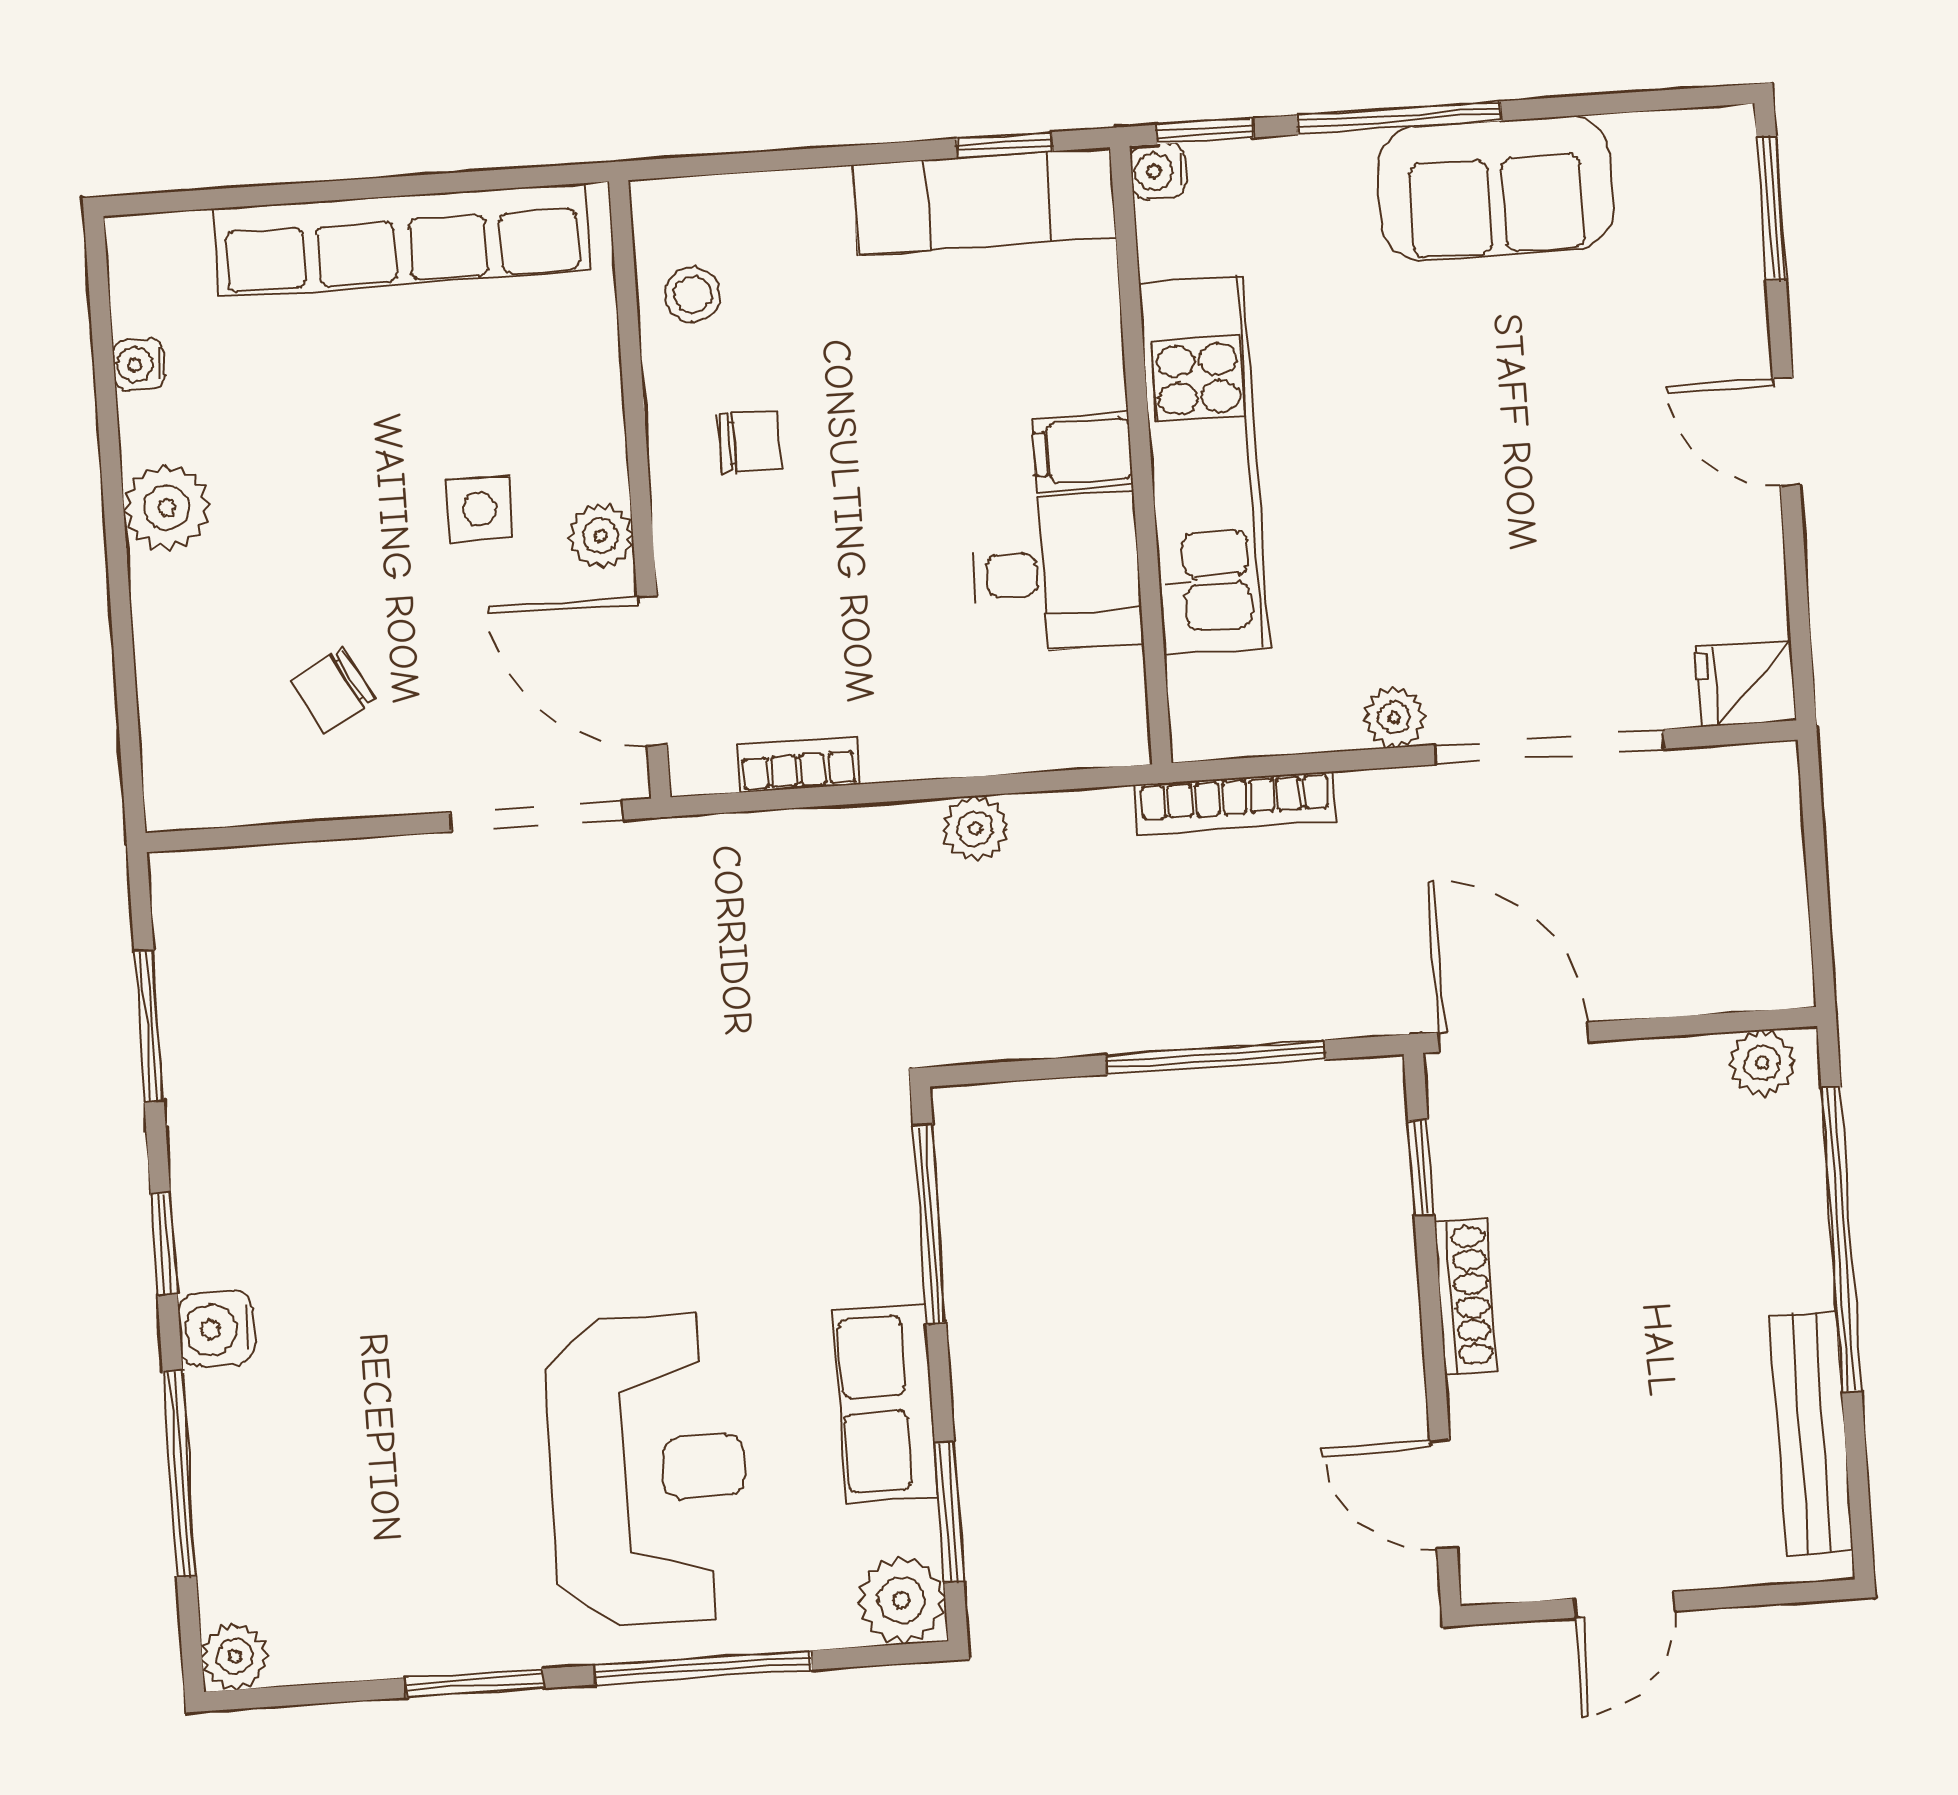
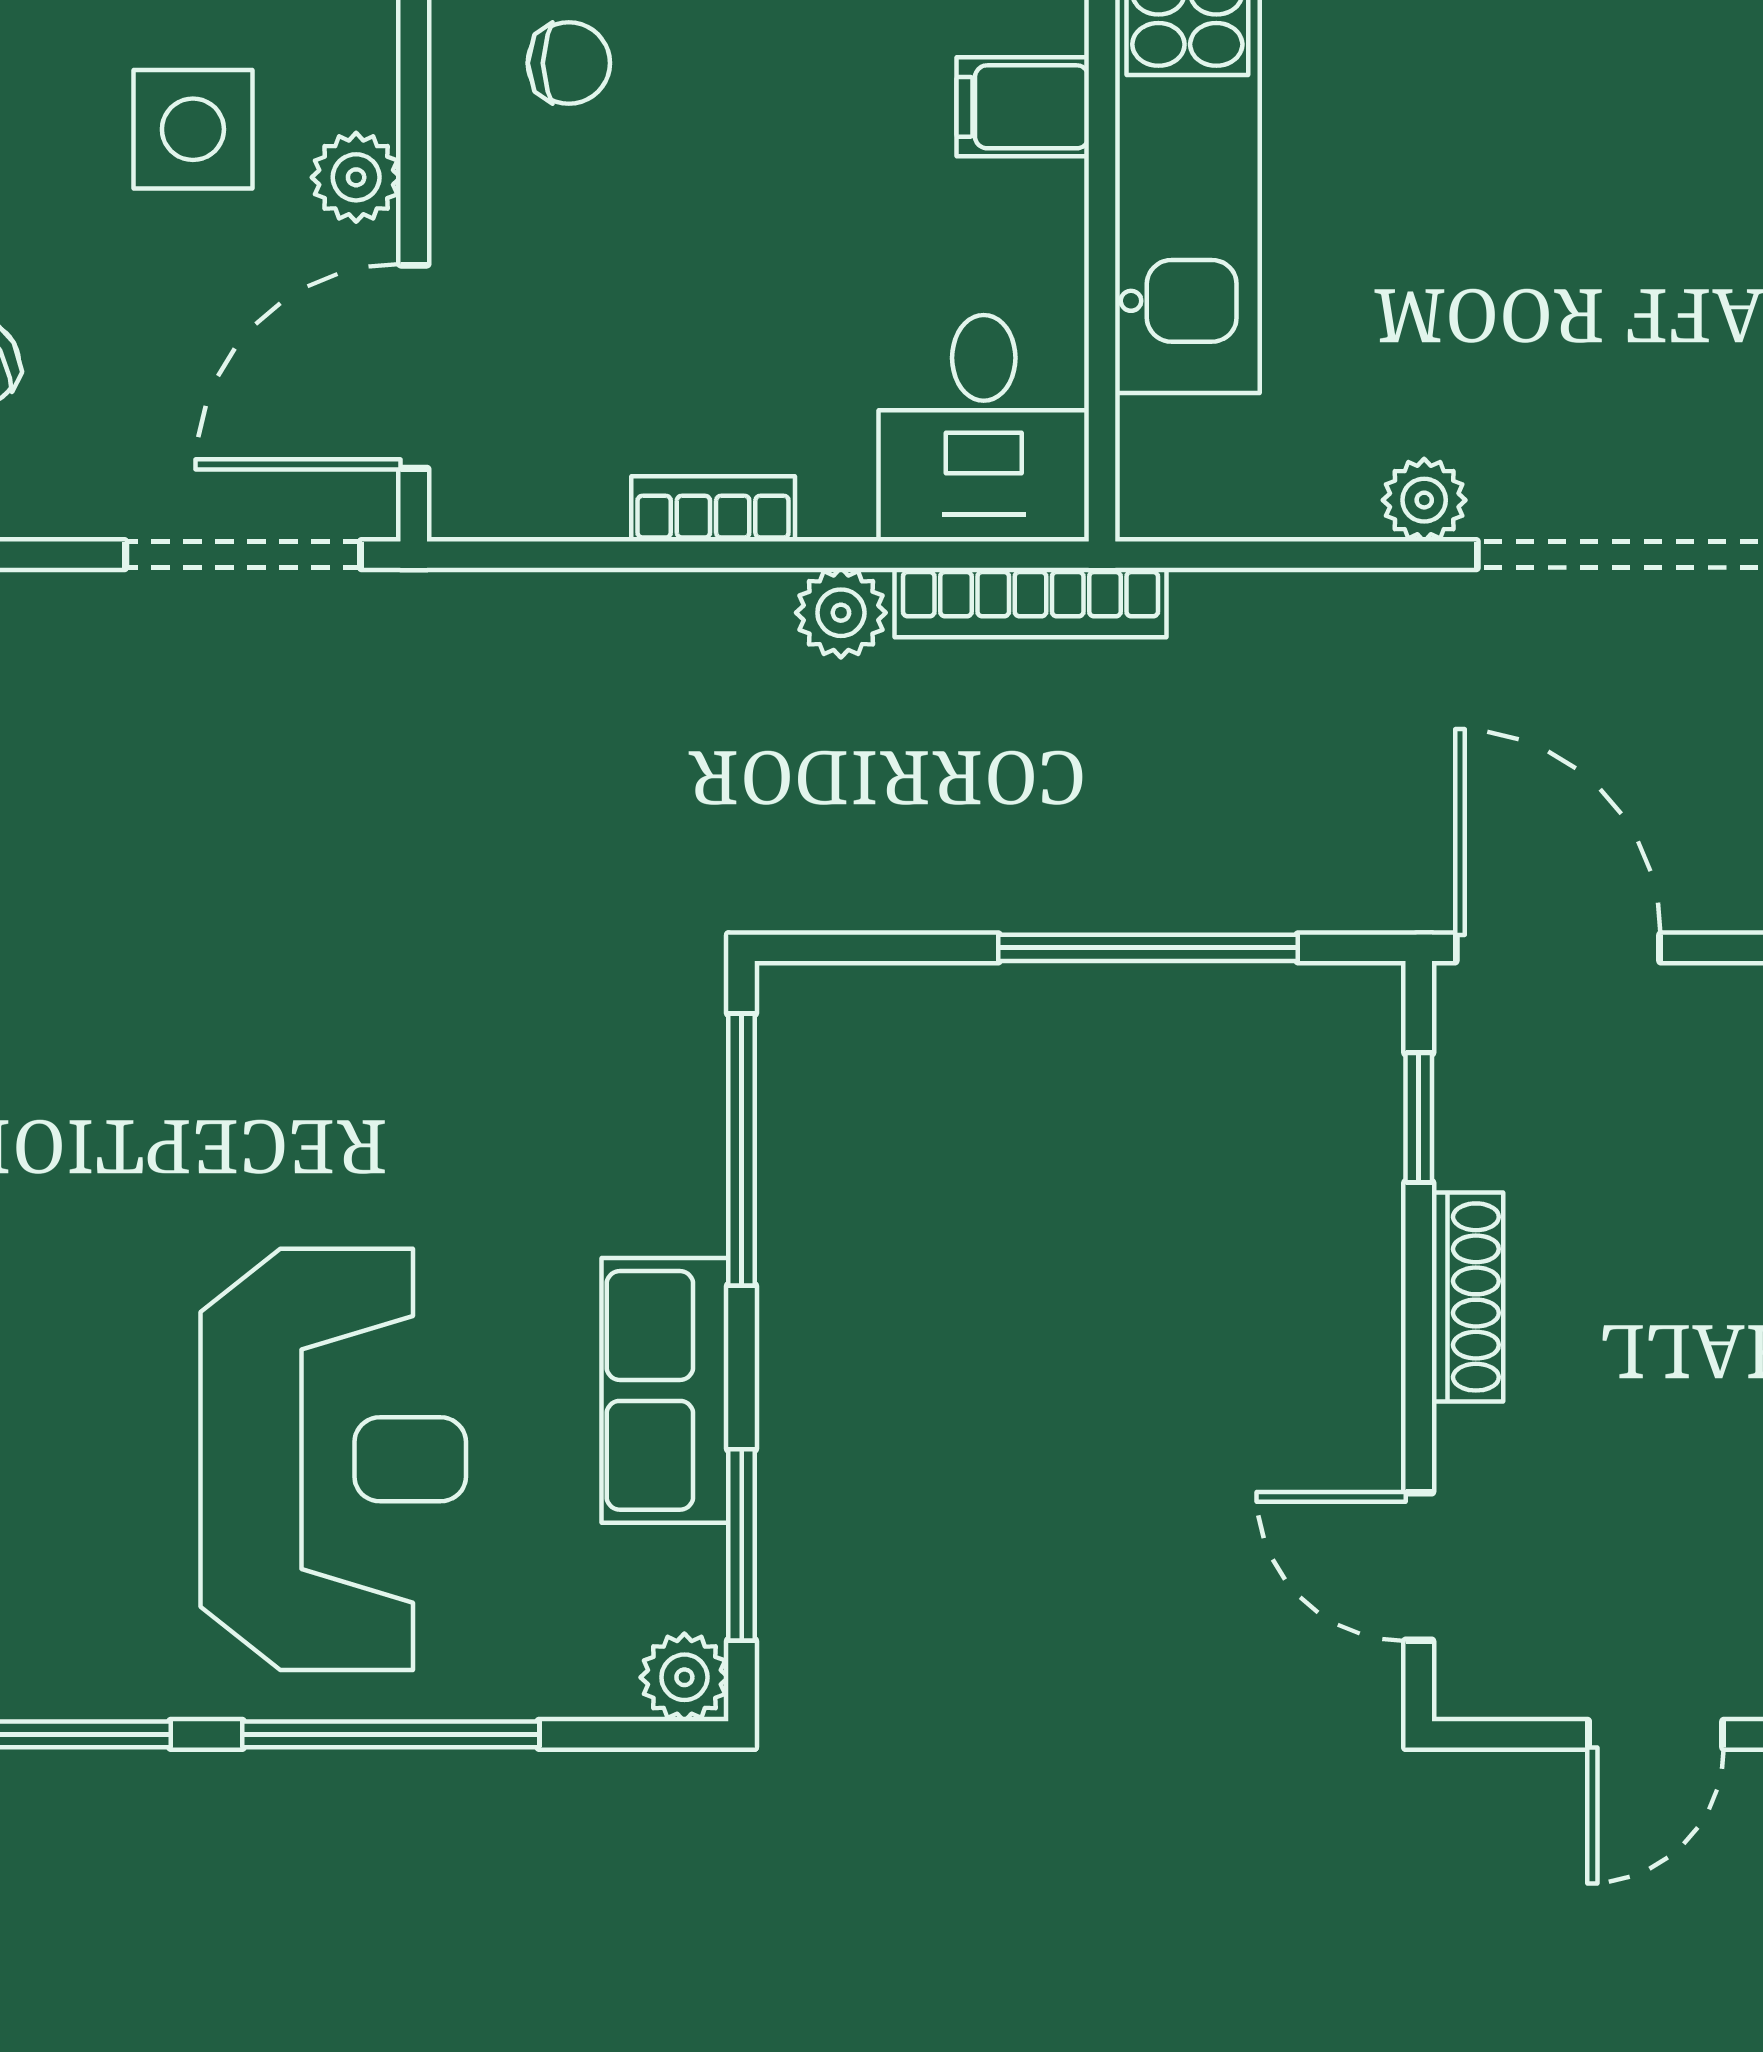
side table: (480, 509) -> (193, 129), width x1.37, depth x1.37
desk: (1056, 573) -> (984, 428), moved, turned 90
door: (652, 671) -> (414, 367), hinge flipped
bookcase: (798, 765) -> (713, 509), moved
bookcase: (1235, 803) -> (1030, 602), moved
plant: (901, 1600) -> (684, 1677), width x0.73, depth x0.73

